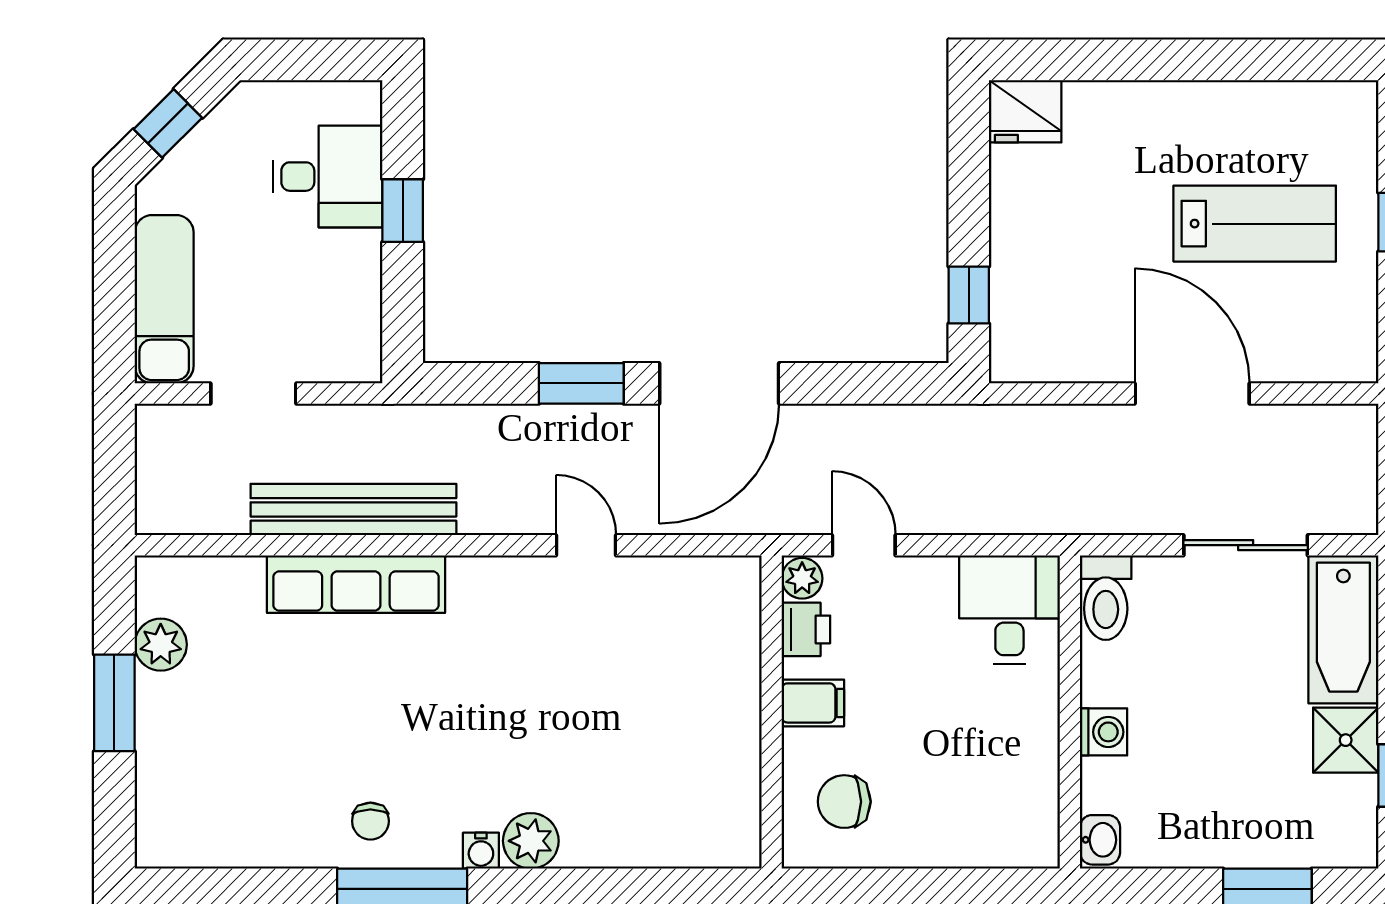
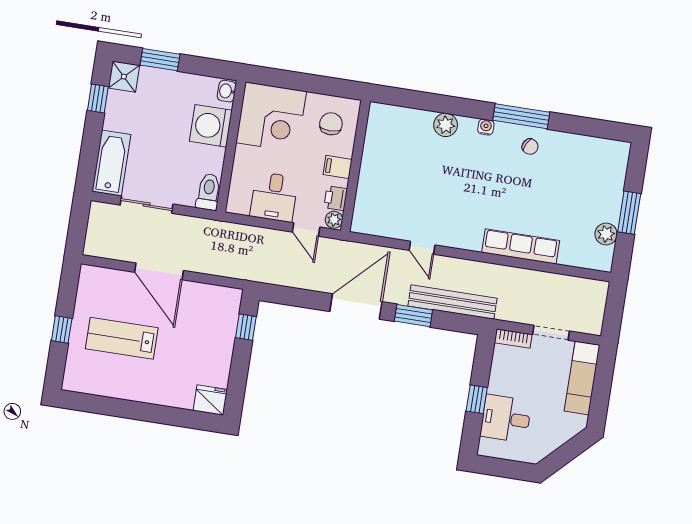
window: (168, 123) -> (569, 451), removed
bookcase: (340, 366) -> (513, 339), added
bench: (353, 509) -> (452, 302), moved
desk: (1009, 610) -> (274, 197), moved
washing machine: (1104, 732) -> (211, 126), width x1.89, depth x1.89
shower: (1346, 740) -> (124, 77), moved
corner desk: (986, 795) -> (271, 117), added
chair: (844, 802) -> (331, 124), turned -90
chair: (370, 821) -> (530, 147), turned 118
plant: (531, 841) -> (446, 125), moved

